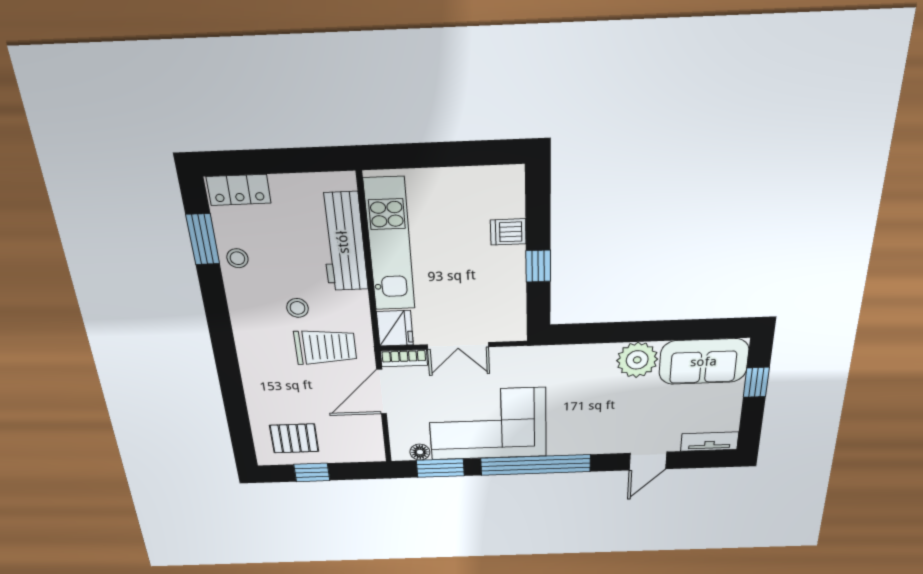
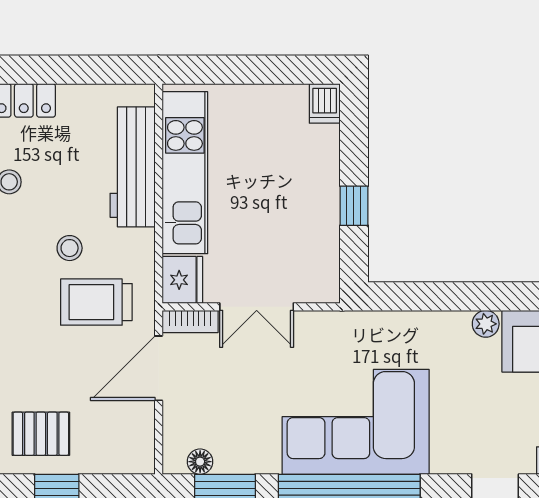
dishwasher: (508, 232) -> (325, 103), moved, turned -90
trolley: (325, 347) -> (96, 302), turned 180
plant: (637, 360) -> (486, 324), width x0.53, depth x0.53
corner sofa: (488, 424) -> (356, 422), moved

